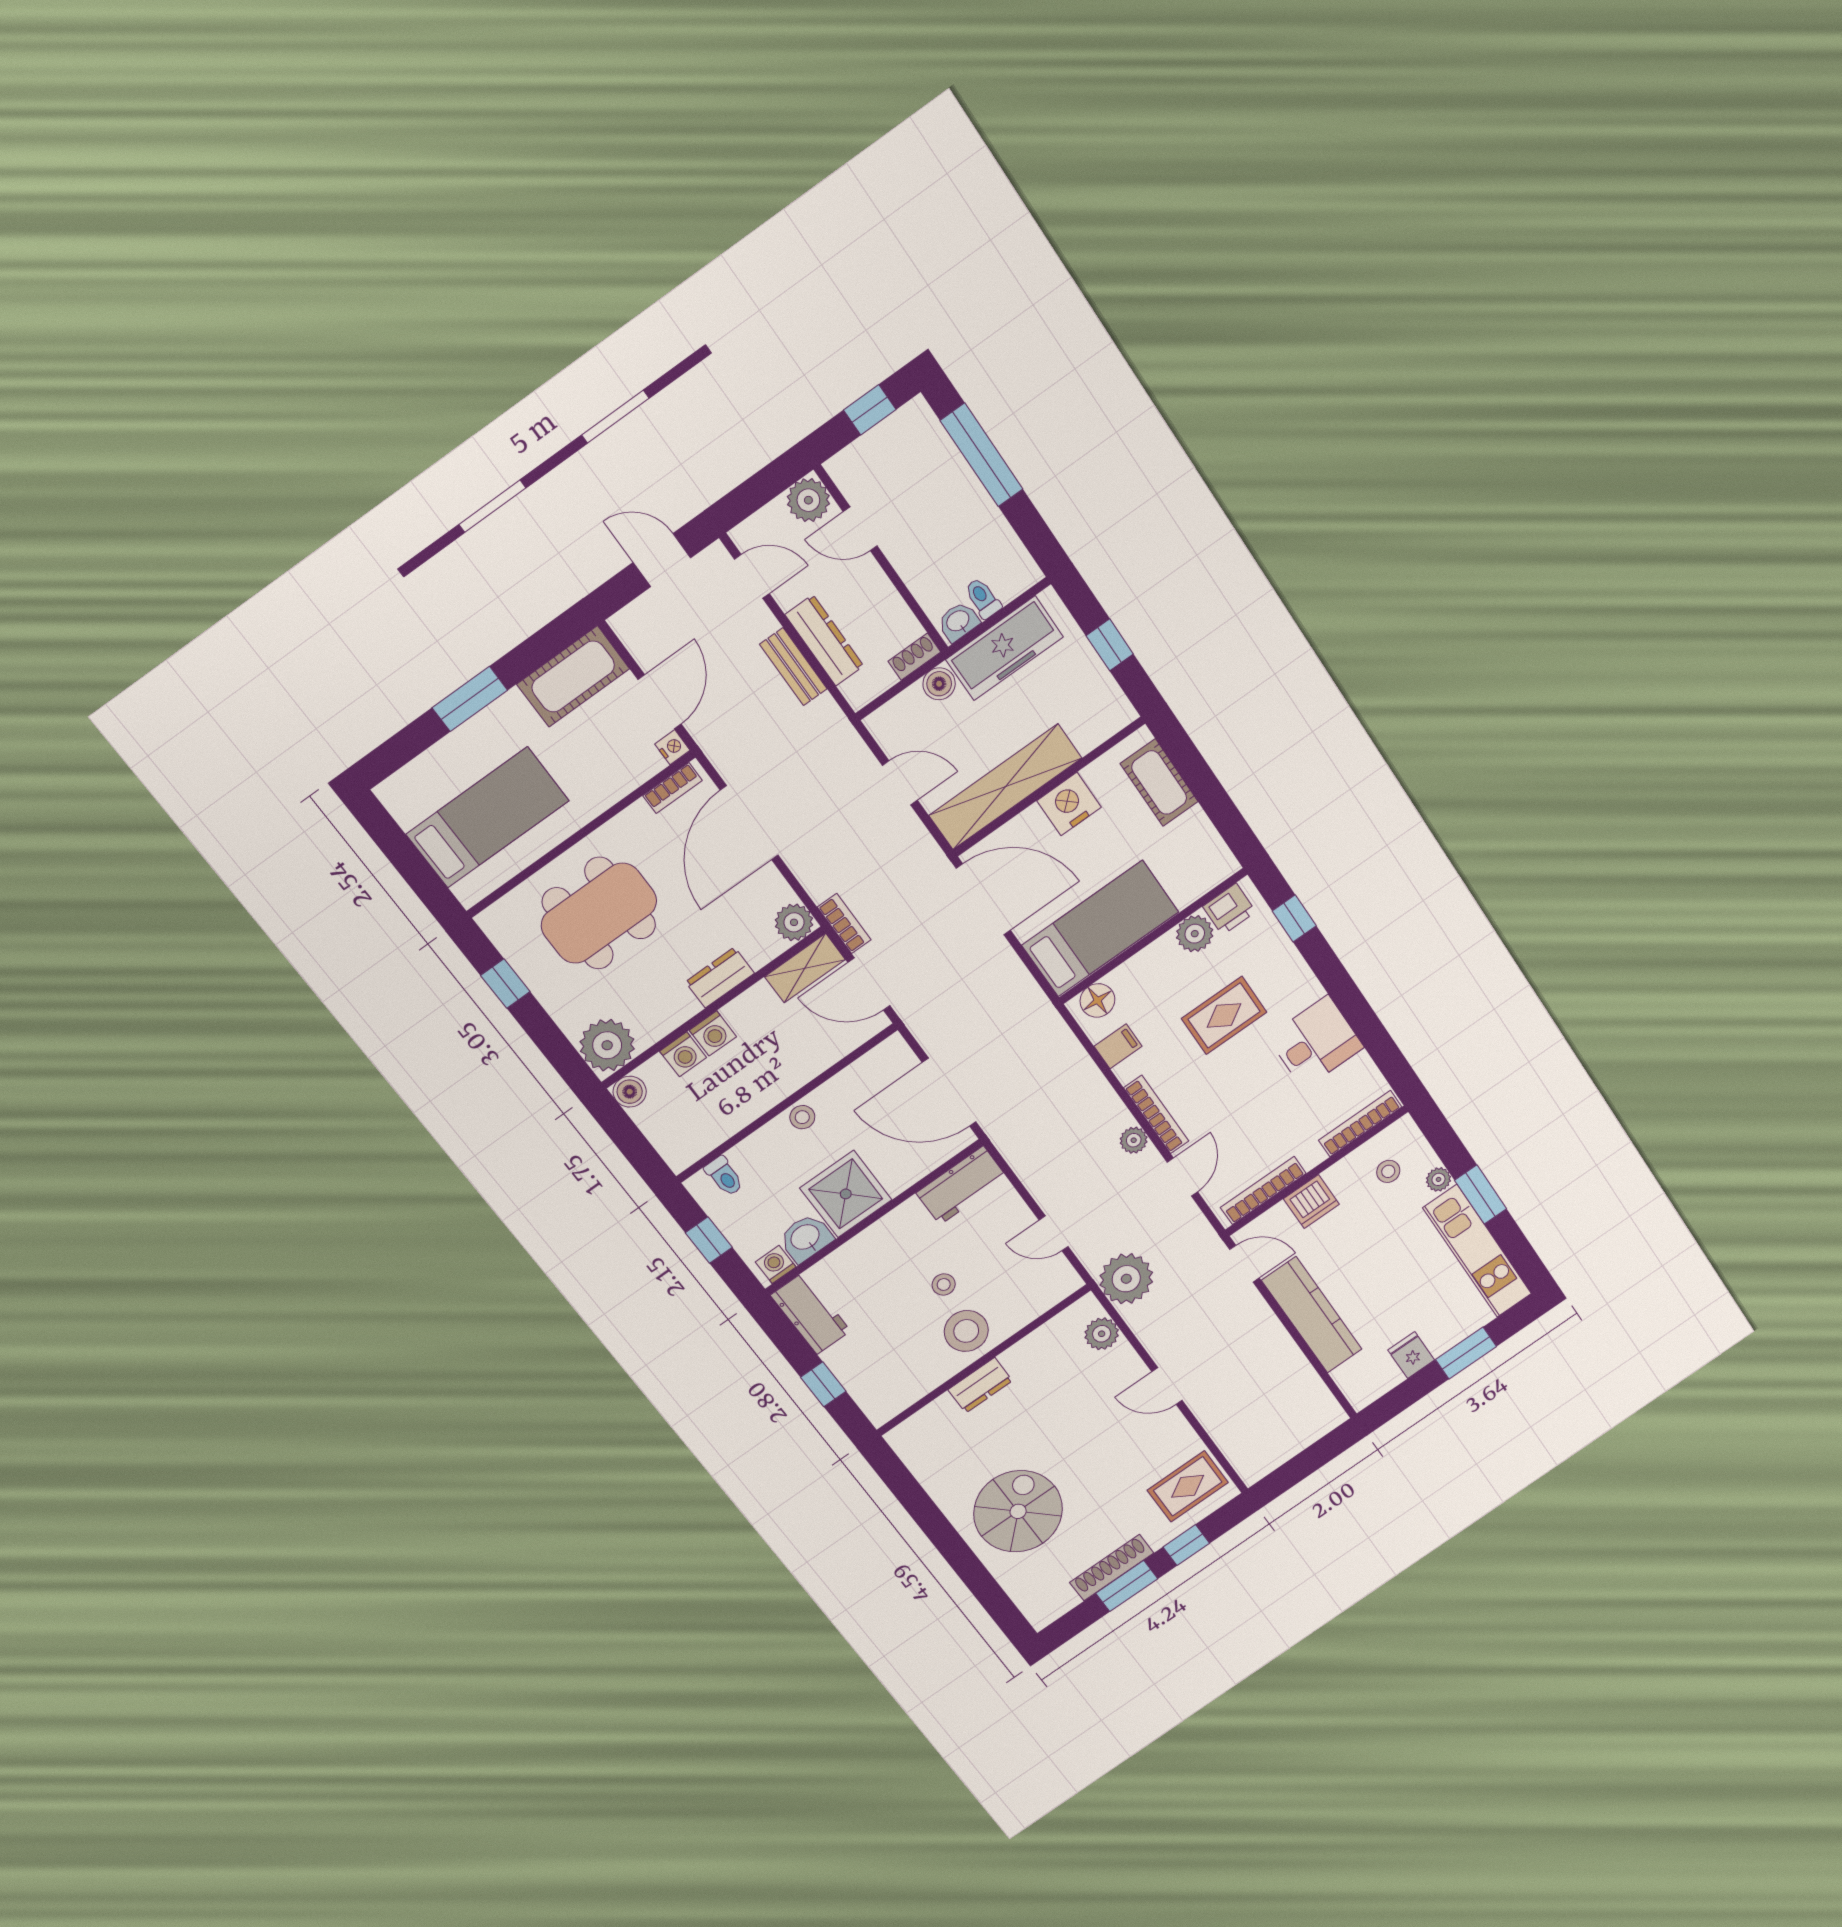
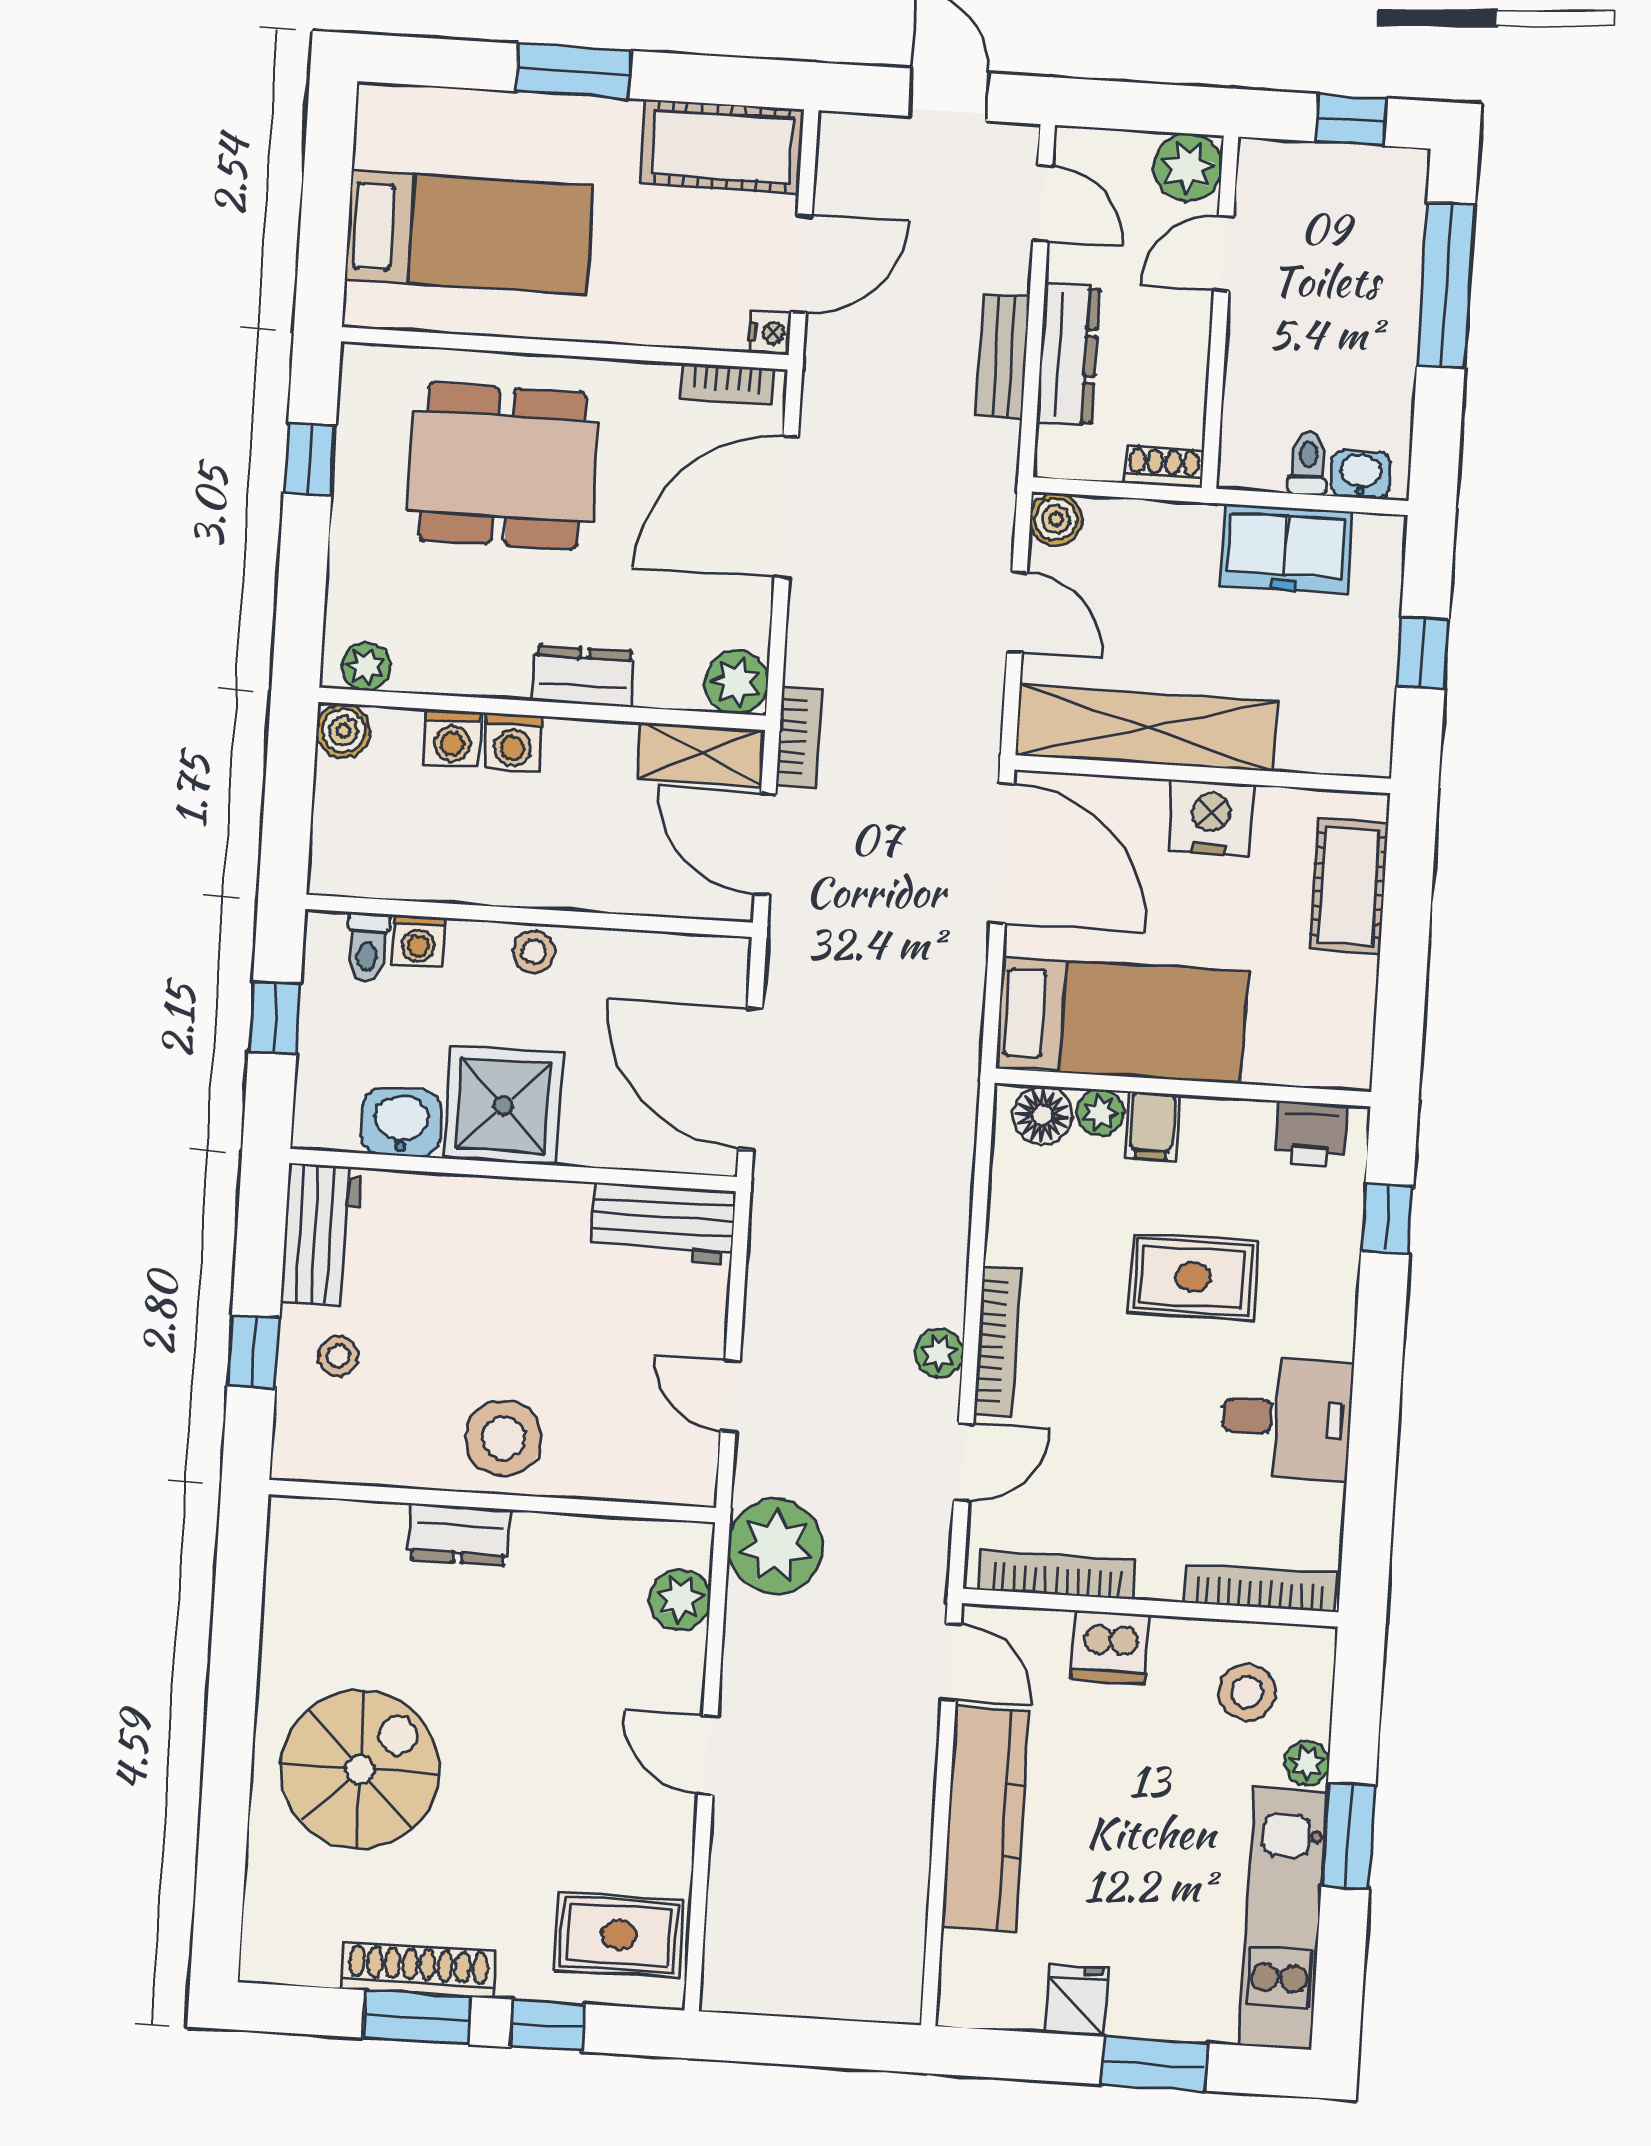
door: (860, 529) -> (1224, 254), hinge flipped
washbasin: (958, 621) -> (1361, 474), moved
freezer: (1005, 648) -> (1286, 549), width x0.71
boiler: (939, 684) -> (1056, 519), moved
plant: (1195, 934) -> (1100, 1113), moved, width x0.73, depth x0.73
plant: (607, 1045) -> (366, 666), width x0.53, depth x0.53
filing cabinet: (1118, 1046) -> (1152, 1126), moved, turned 90
stool: (1388, 1171) -> (1247, 1692), width x1.37, depth x1.37
washing machine: (776, 1265) -> (419, 941), moved, turned 180
stool: (944, 1285) -> (338, 1356), moved

